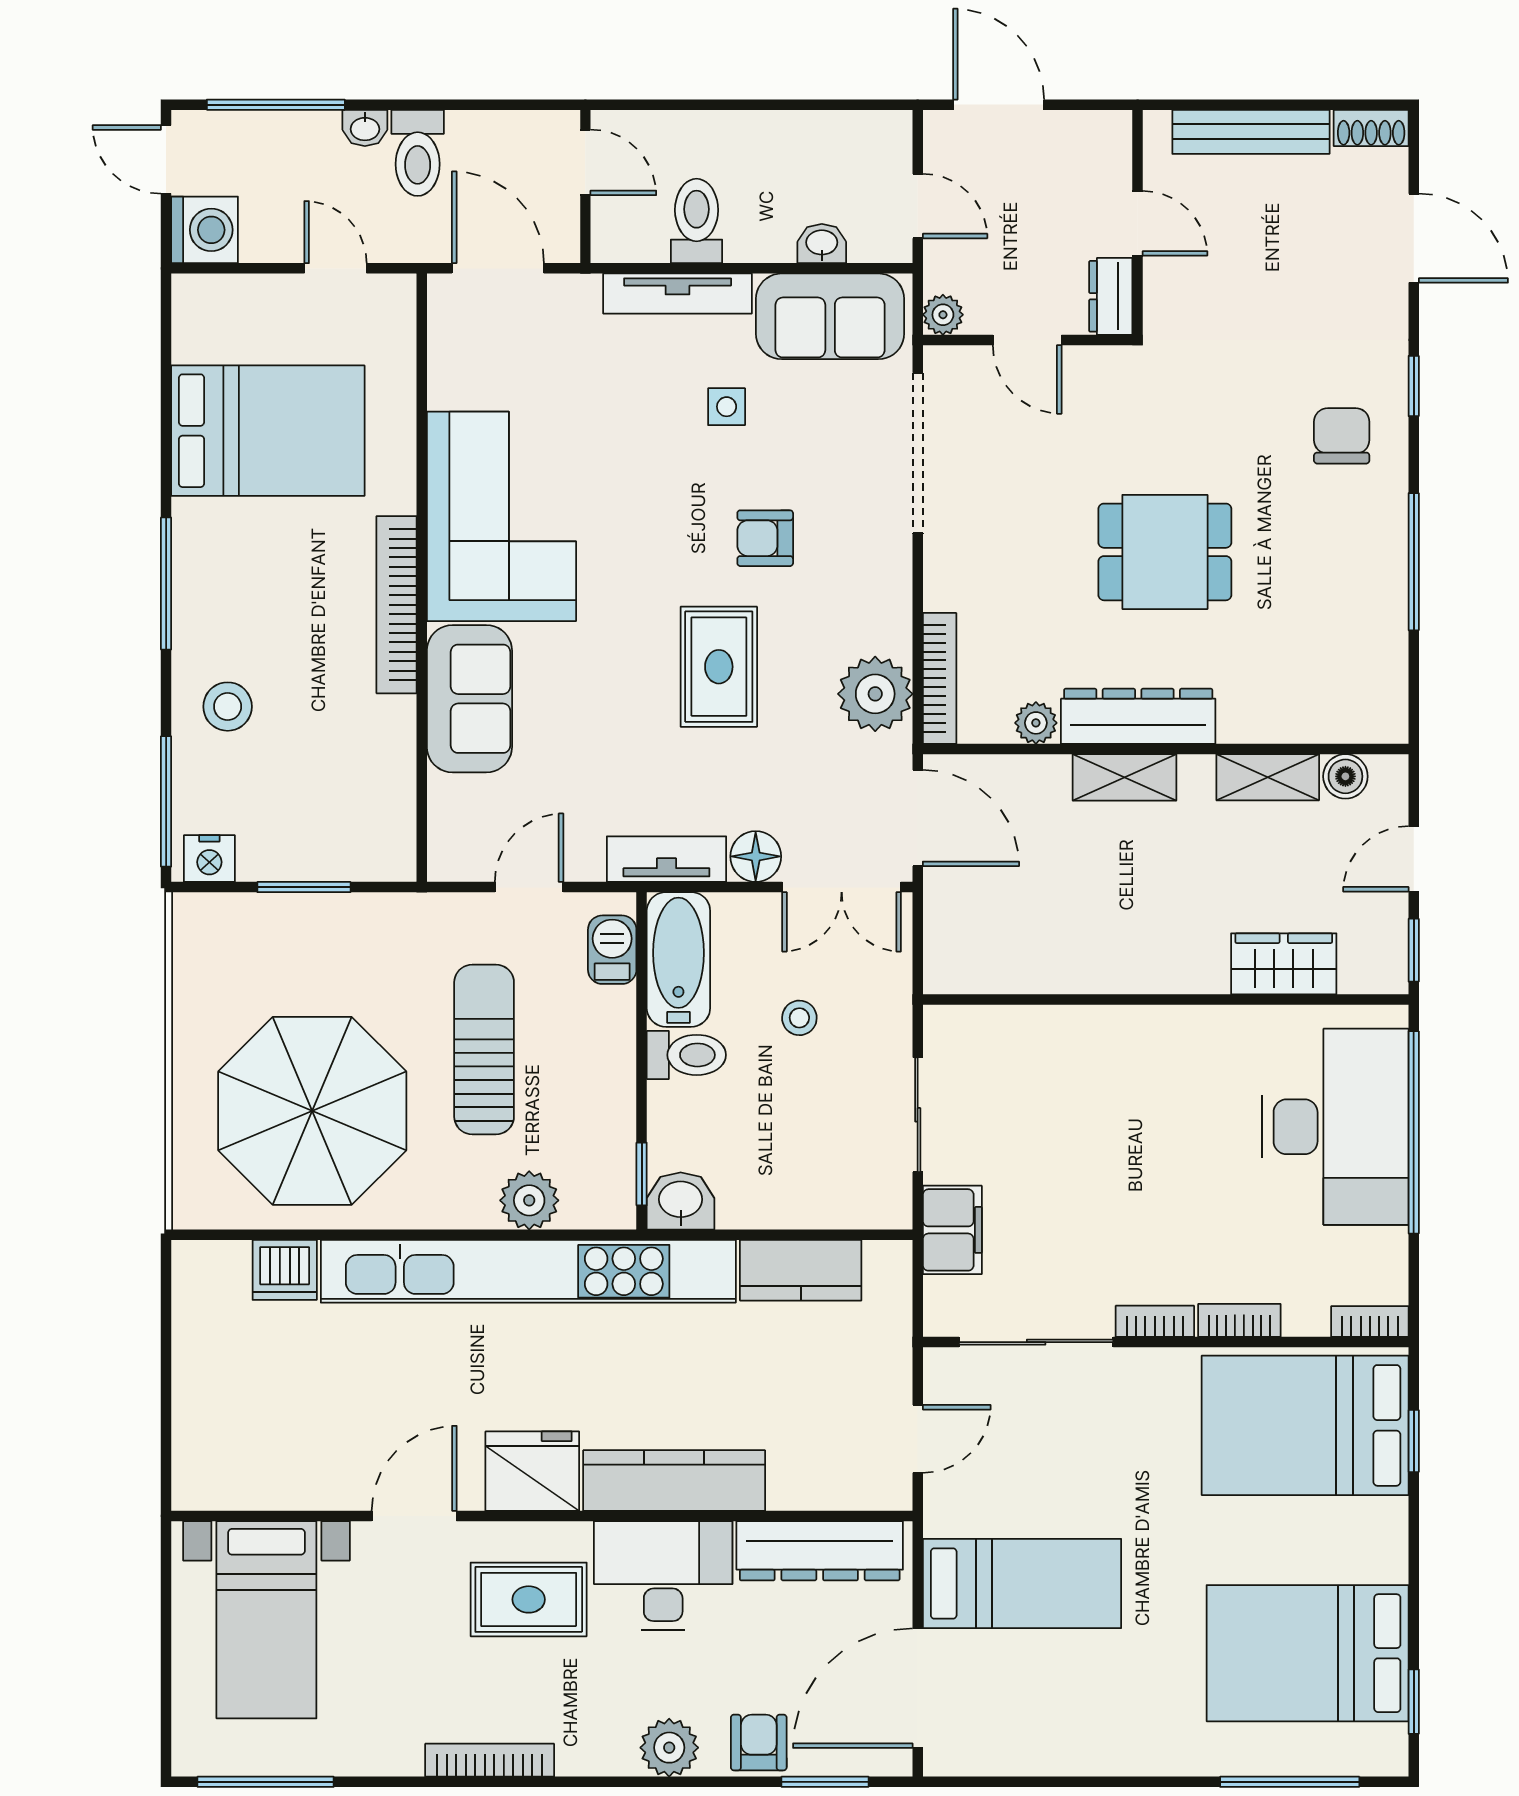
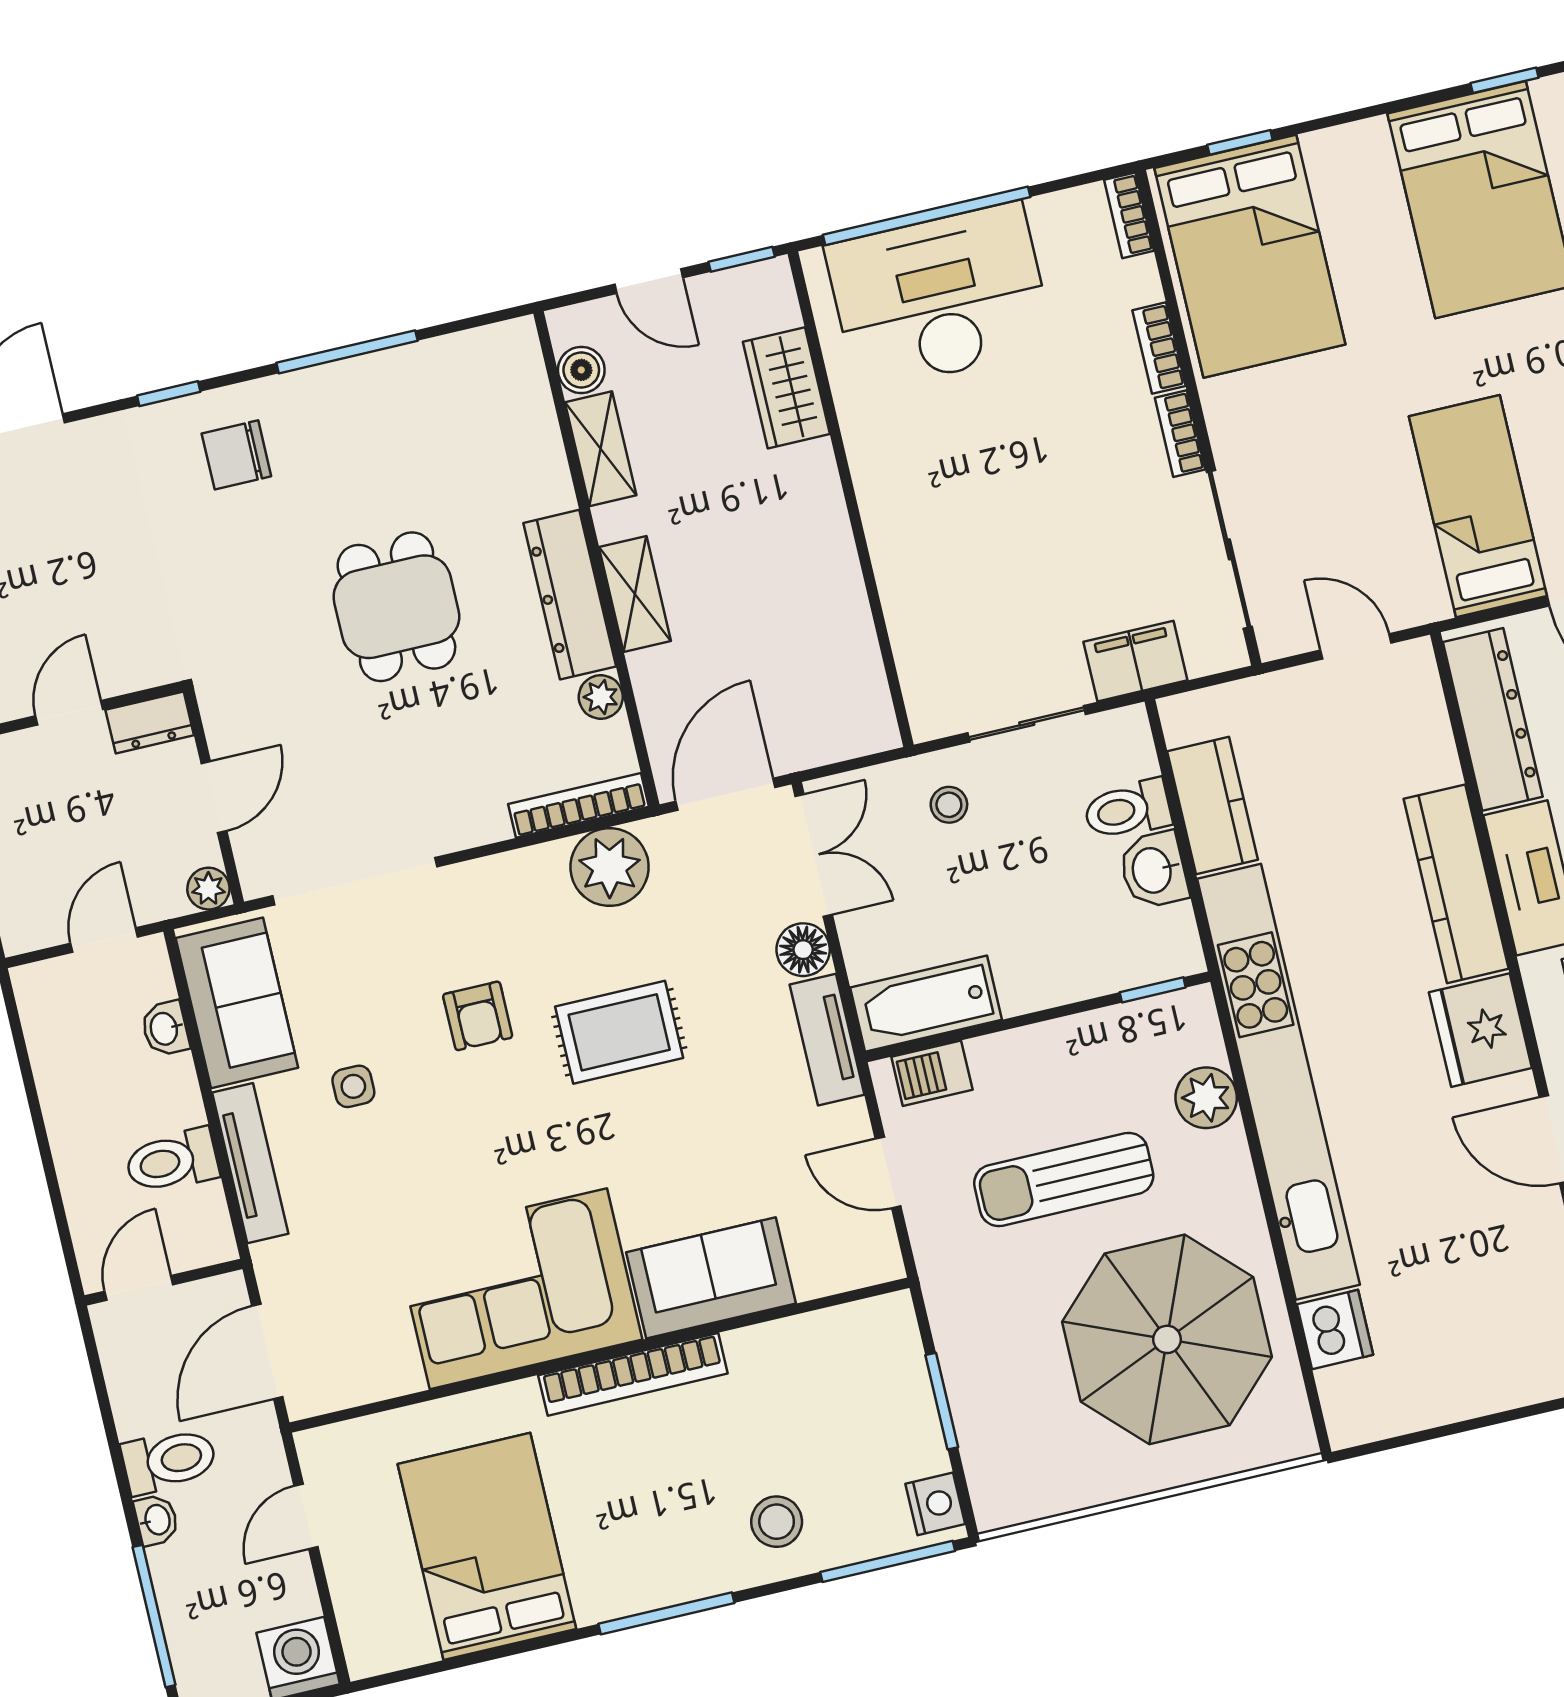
stool: (799, 1018) -> (949, 805), moved
toilet: (686, 1055) -> (1128, 810), moved, turned -90
washbasin: (681, 1201) -> (1153, 870), moved

